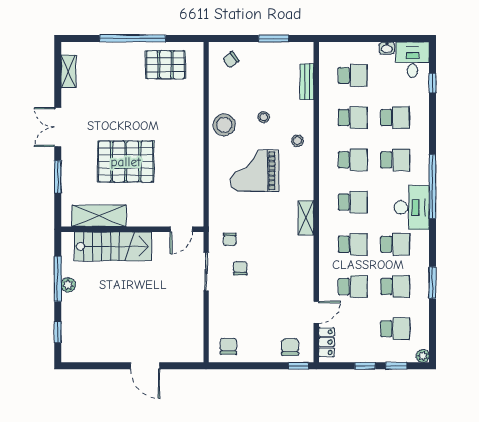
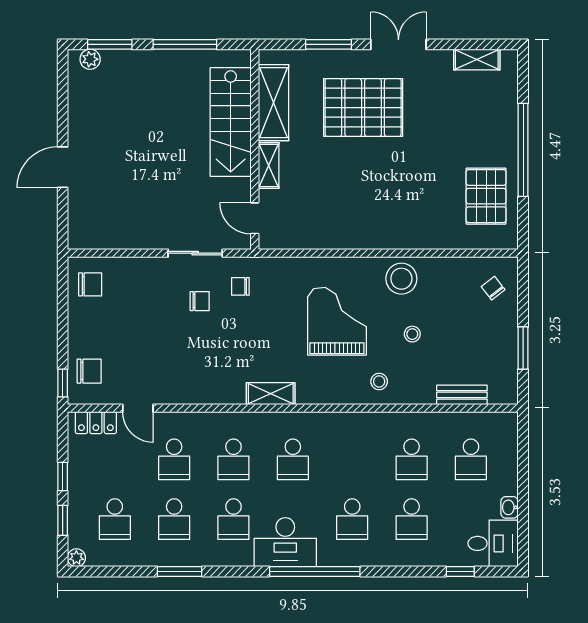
school desk: (353, 160) -> (352, 459), removed
pallet: (126, 162) -> (363, 108), moved, turned 90
shelving: (144, 219) -> (269, 166), added
plant: (68, 285) -> (90, 59), moved
window: (58, 332) -> (110, 44), width x1.50

